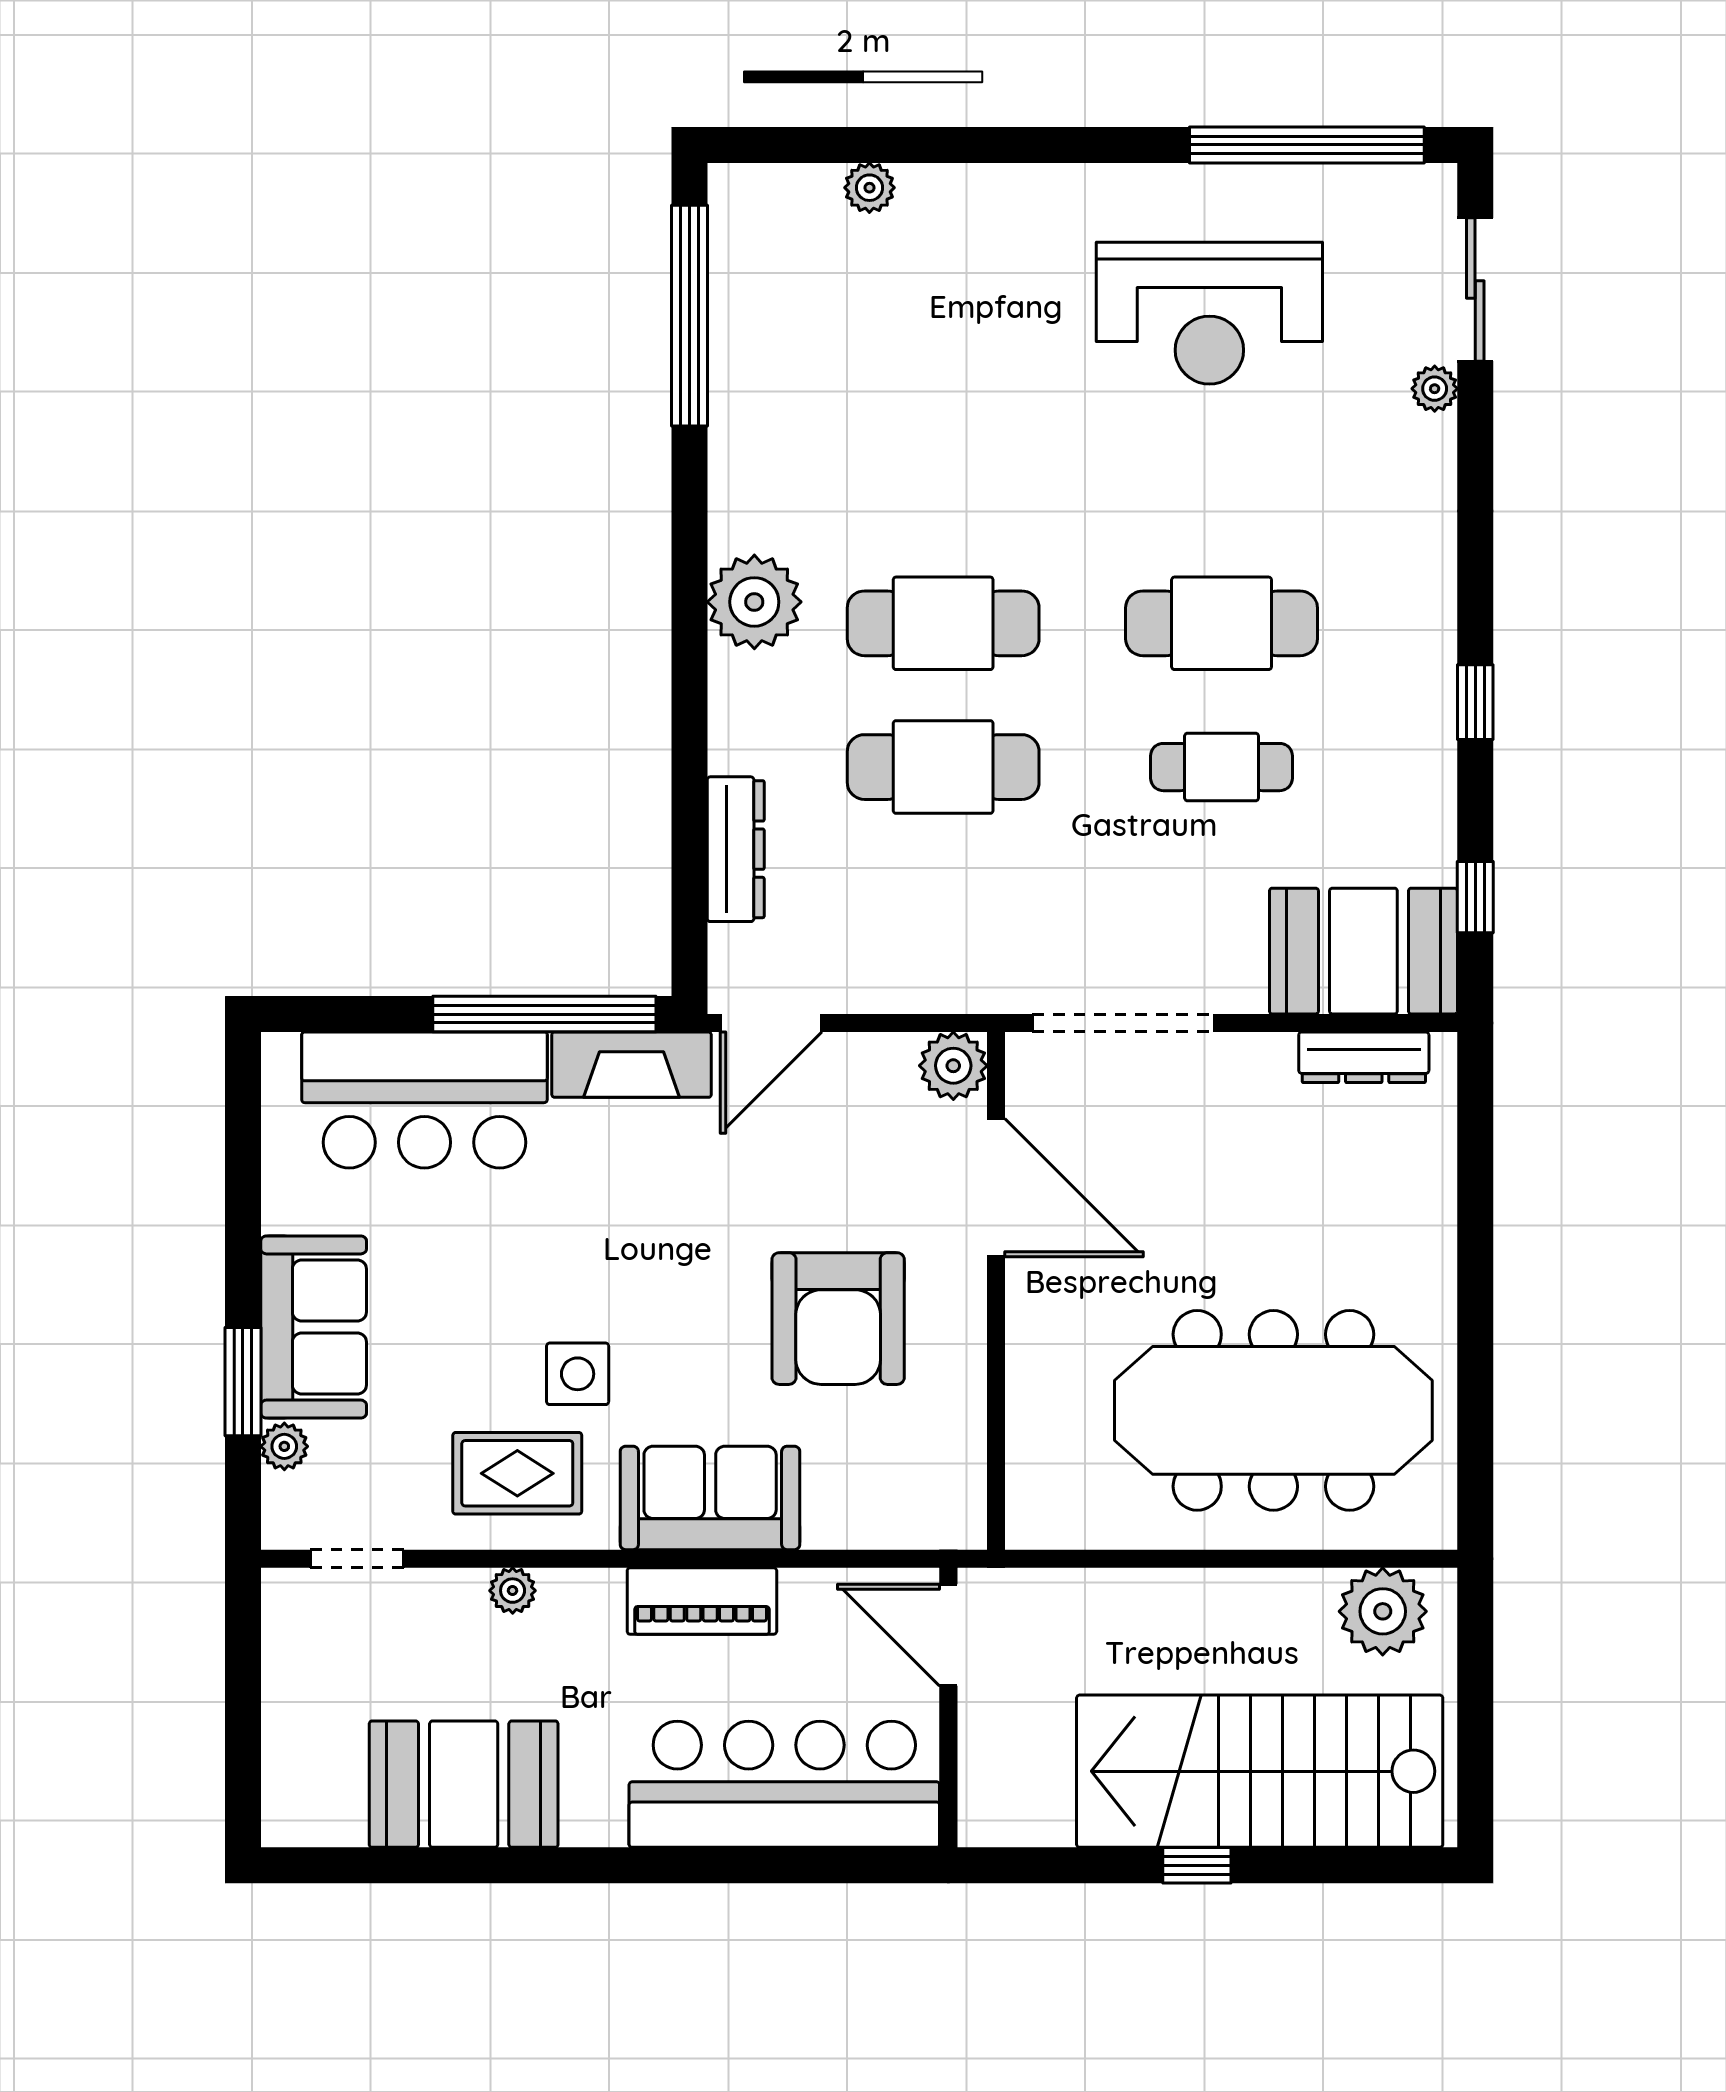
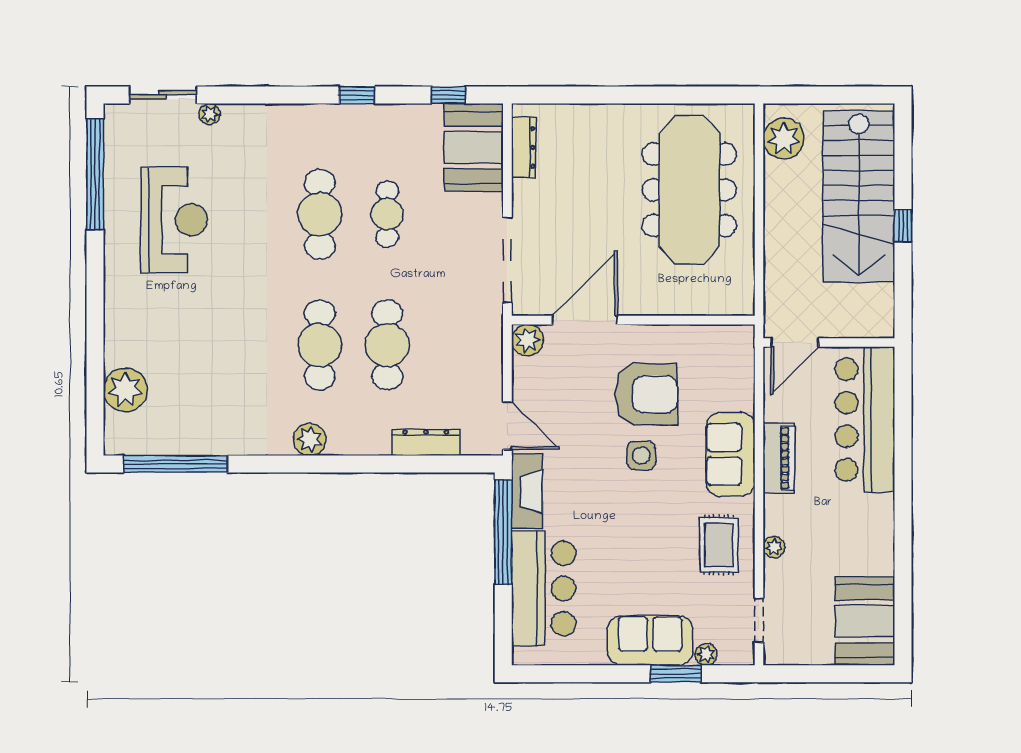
plant: (869, 188) -> (125, 390), width x1.88, depth x1.88
plant: (754, 602) -> (310, 439), width x0.73, depth x0.73
side table: (578, 1374) -> (641, 456), moved
booth: (464, 1784) -> (865, 621), moved

